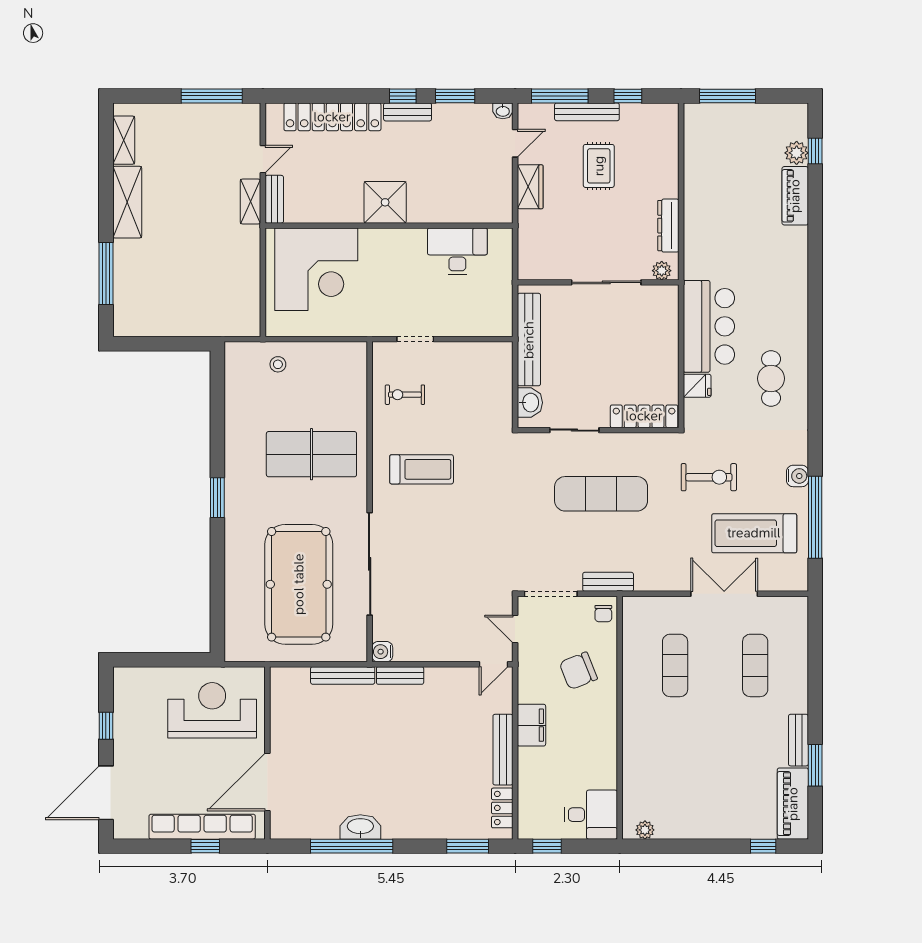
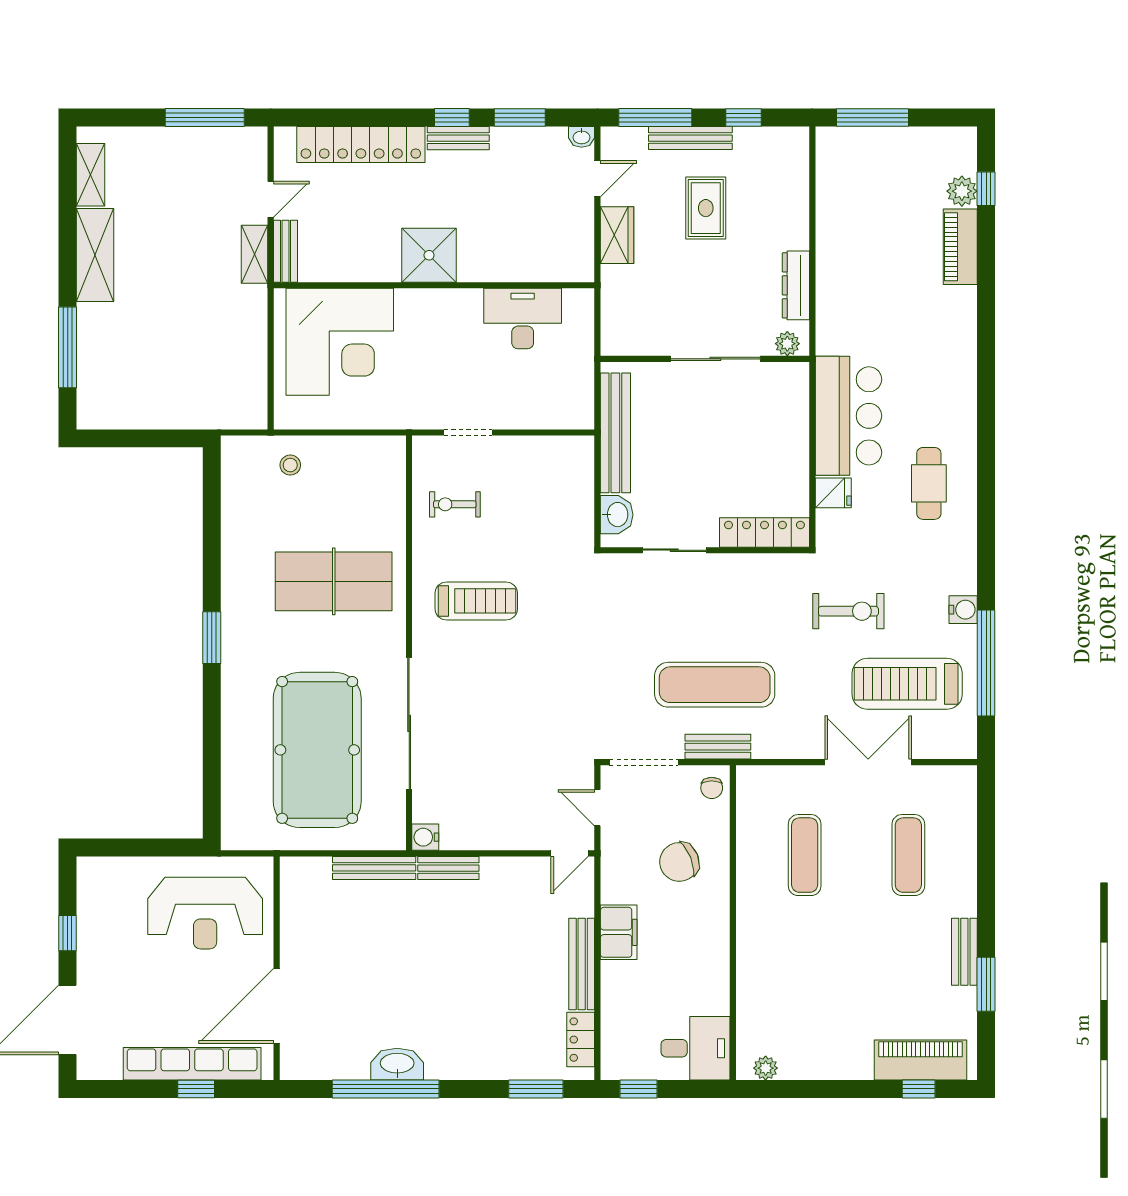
exercise mat: (601, 494) -> (715, 685), moved
reception desk: (212, 710) -> (205, 913), turned 180
piano: (793, 804) -> (921, 1060), moved, turned 90

